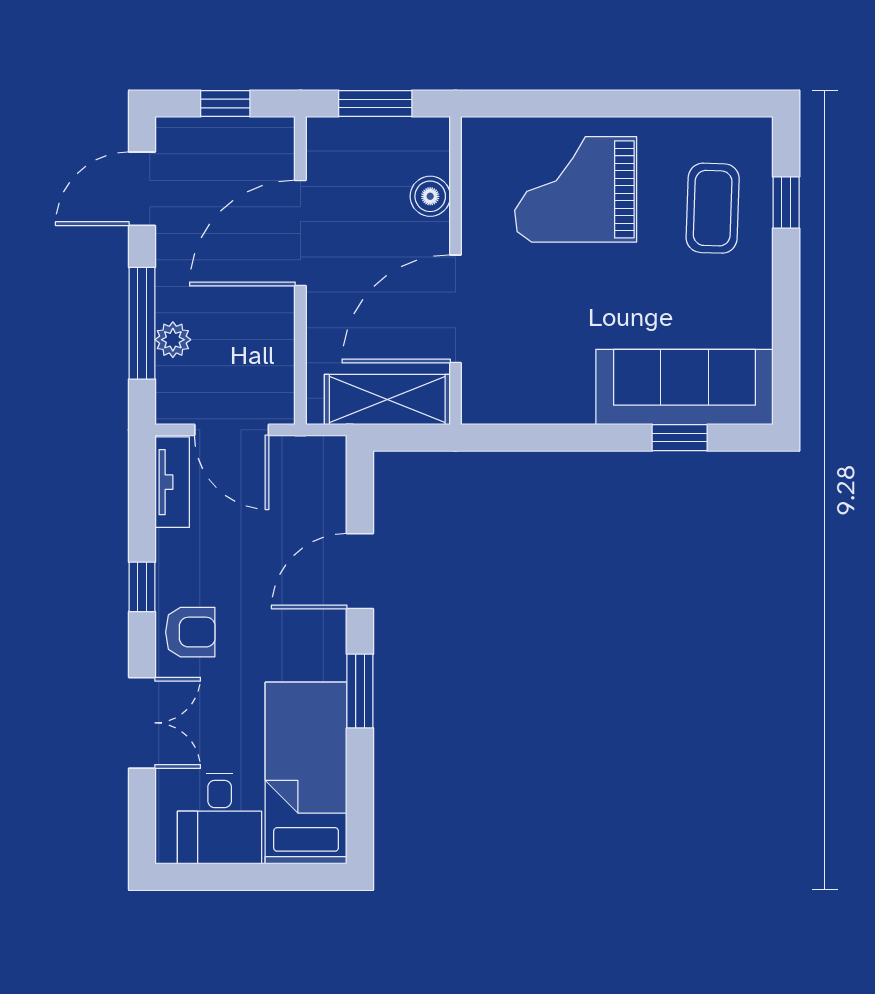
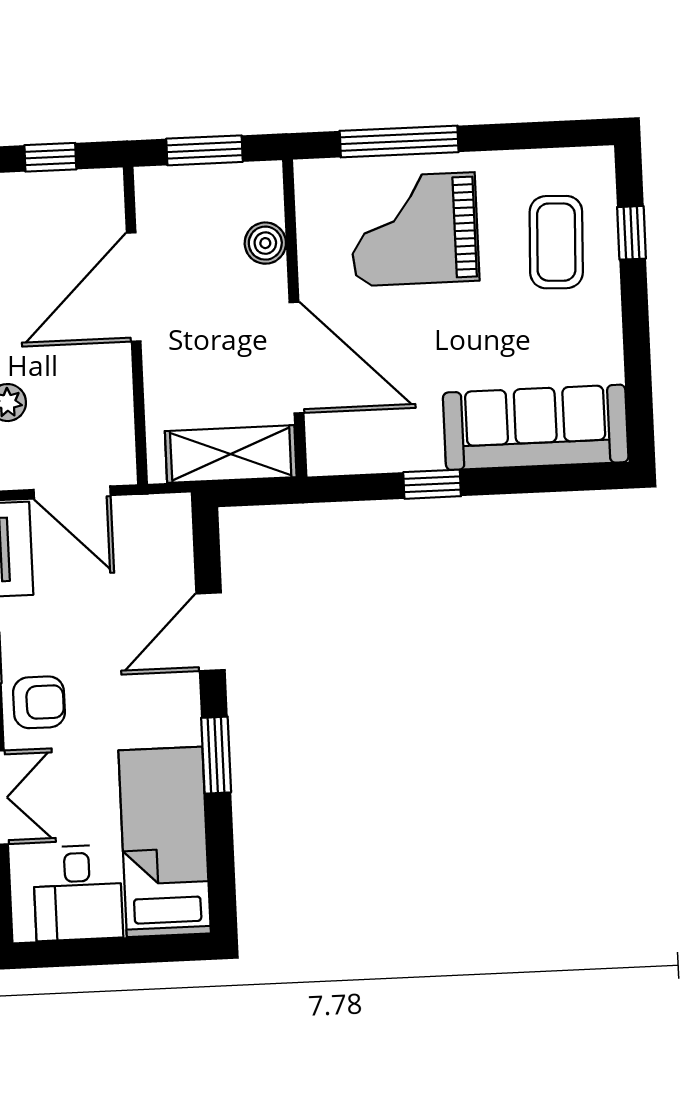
window: (565, 104) -> (399, 141), added
door: (455, 309) -> (297, 358), swing flipped
window: (680, 438) -> (432, 484), moved

